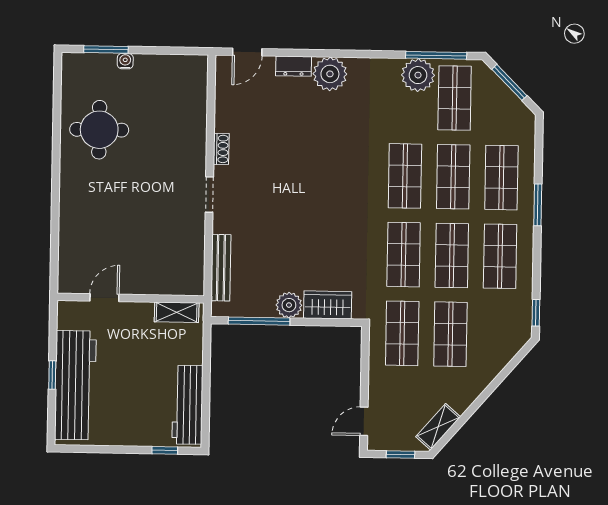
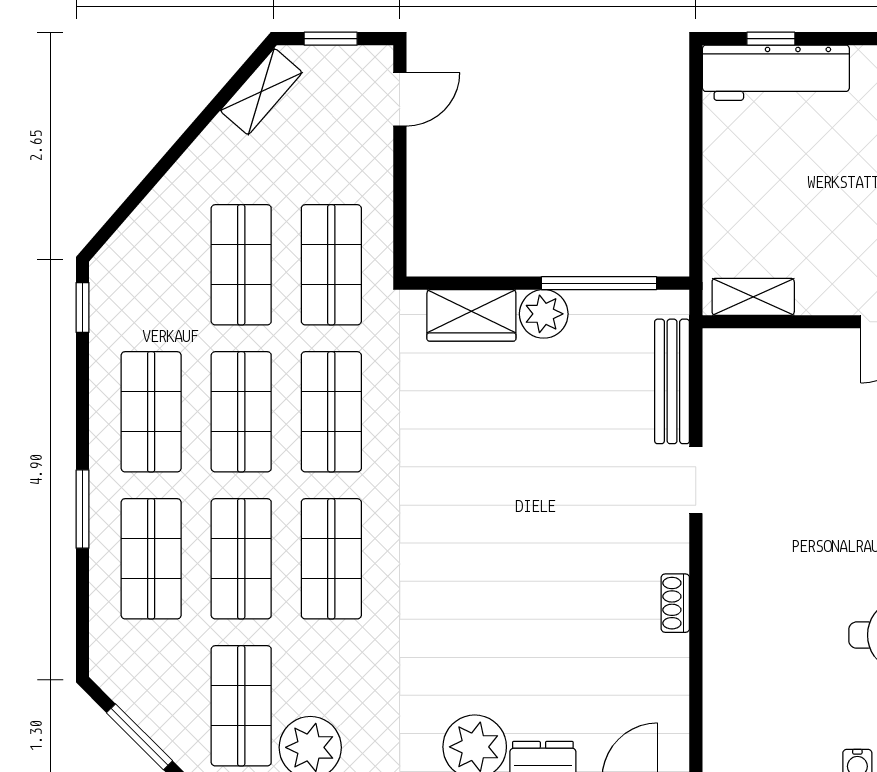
doorway: (209, 195) -> (696, 480), moved
workbench: (187, 405) -> (776, 73), moved, turned 90

